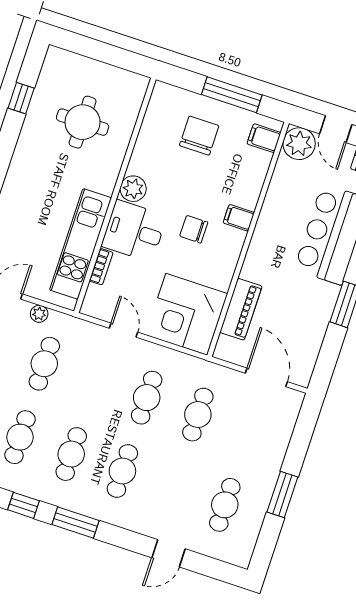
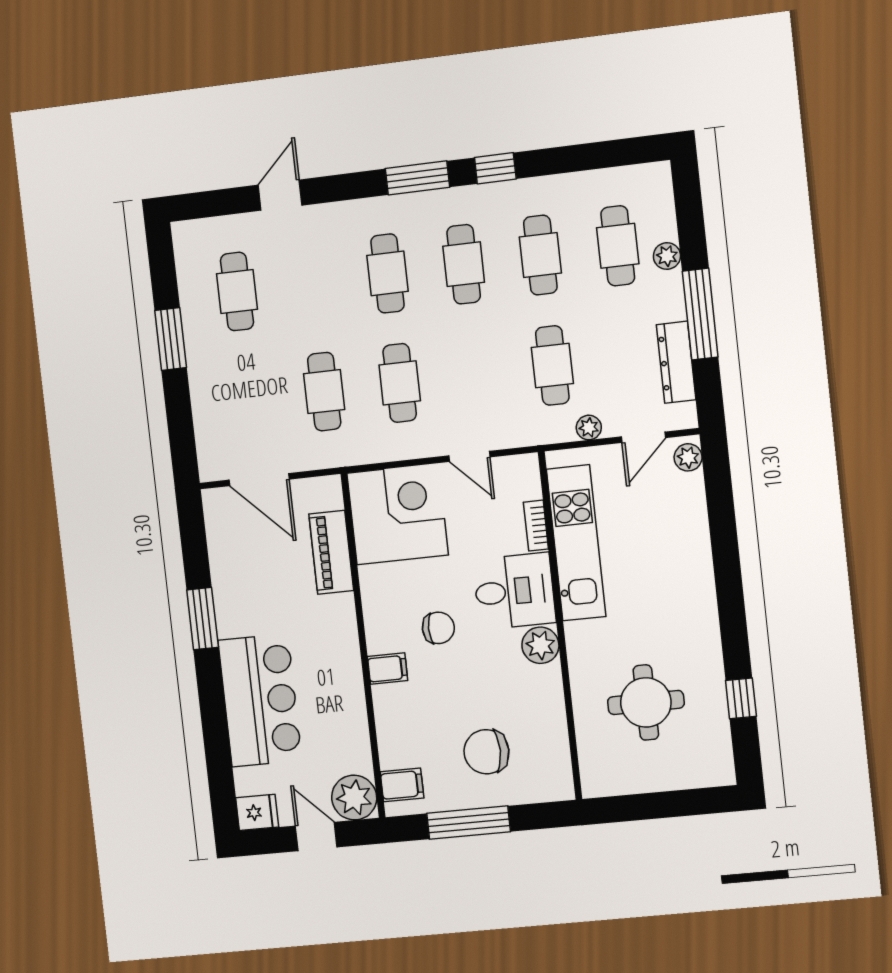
chair: (199, 136) -> (486, 752), turned 90

